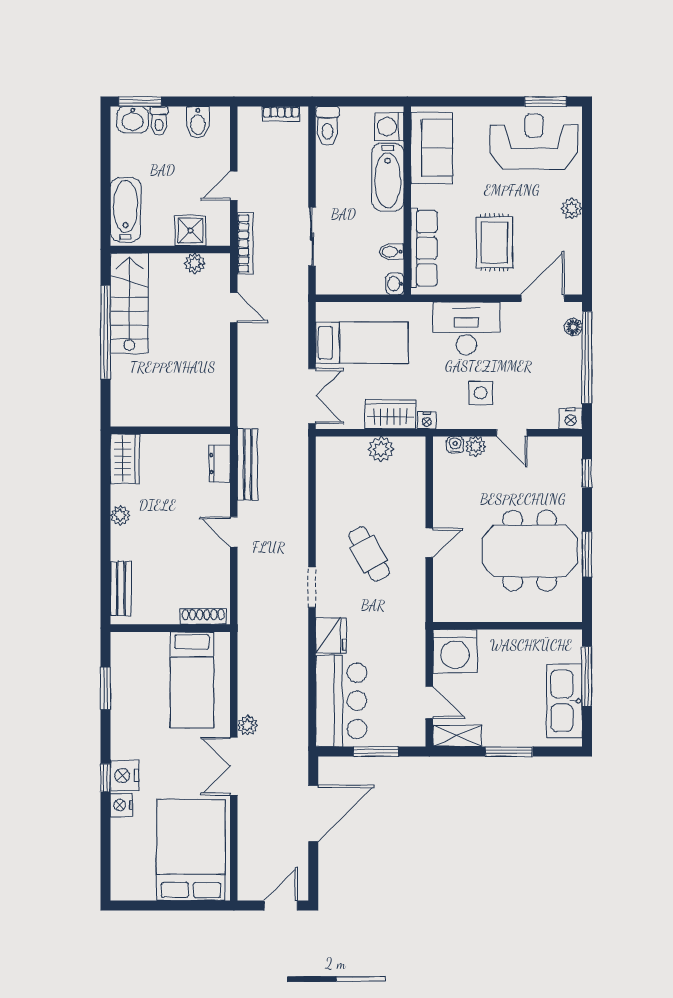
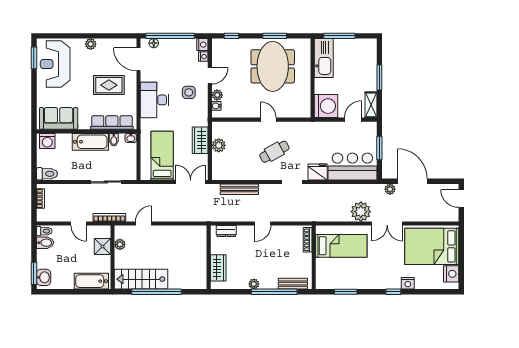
toilet: (159, 121) -> (44, 231), moved
bathtub: (388, 177) -> (90, 142), moved
nightstand: (427, 420) -> (203, 57), moved
wardrobe: (125, 459) -> (218, 268), moved, turned 90
bench: (248, 465) -> (239, 189), moved
window: (106, 554) -> (274, 292), added
kitchen sink: (564, 701) -> (324, 58), moved, turned -90
plant: (248, 725) -> (361, 212), width x1.88, depth x1.88
plant: (298, 772) -> (390, 189), added
nightstand: (124, 776) -> (451, 274), moved, turned -90

